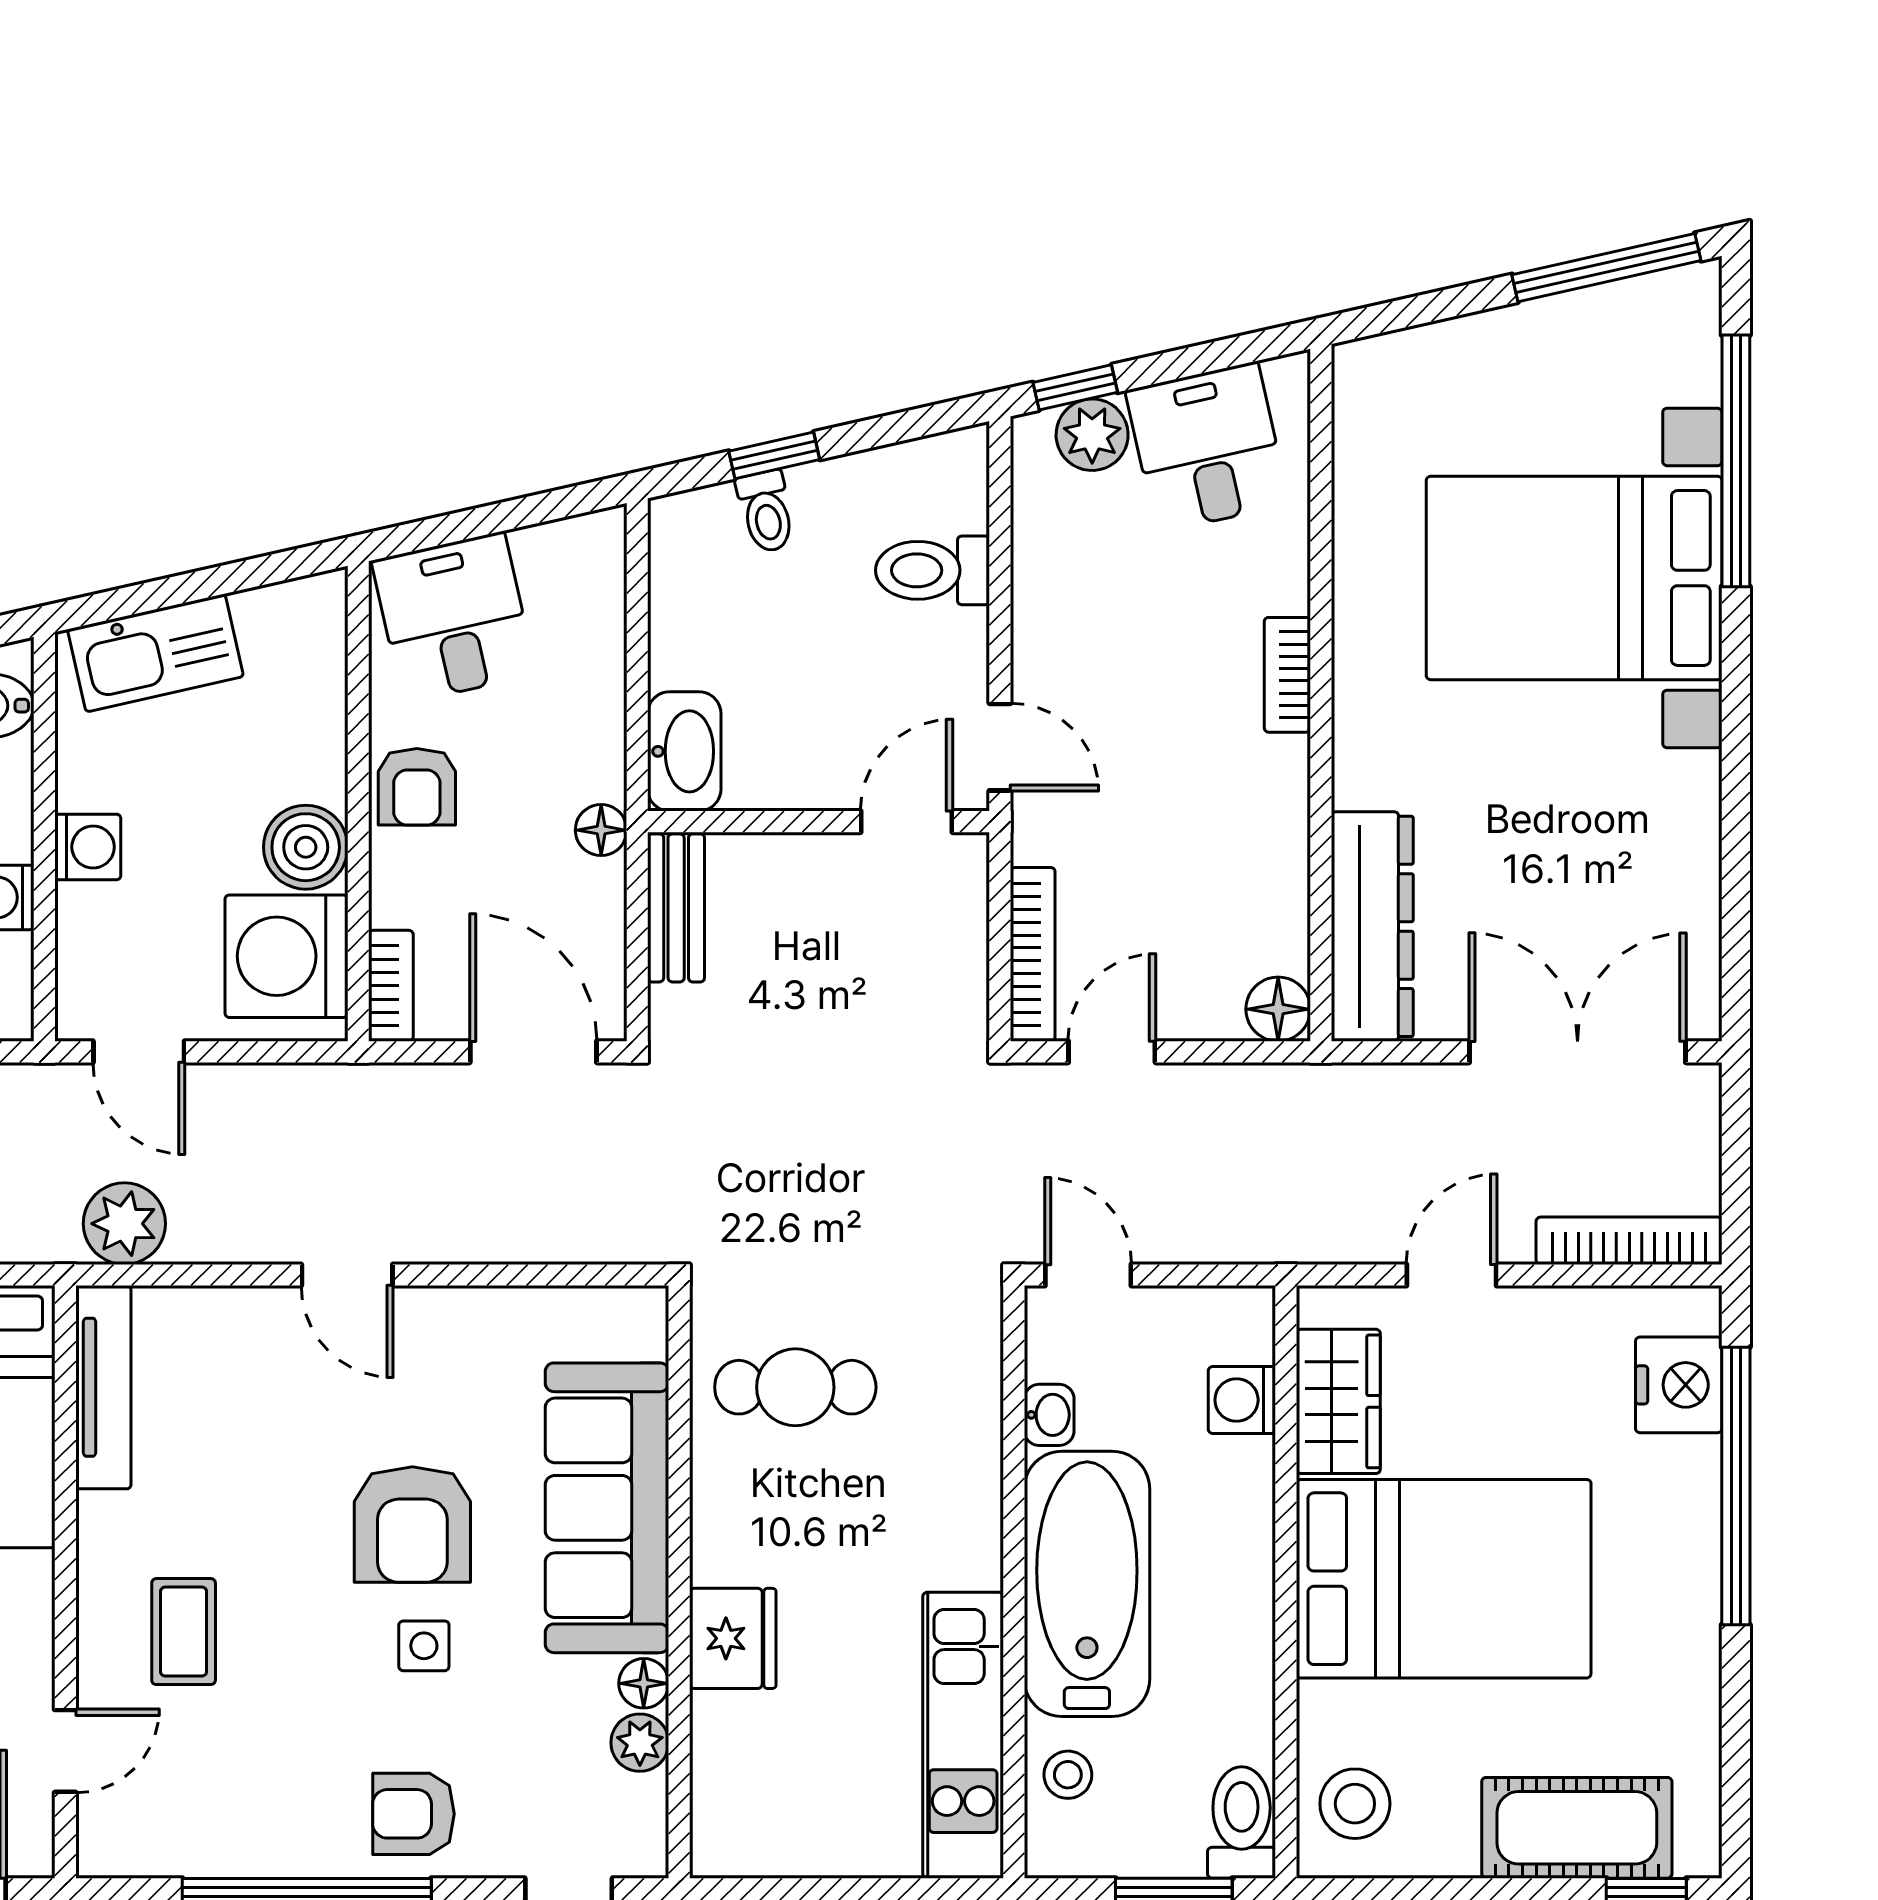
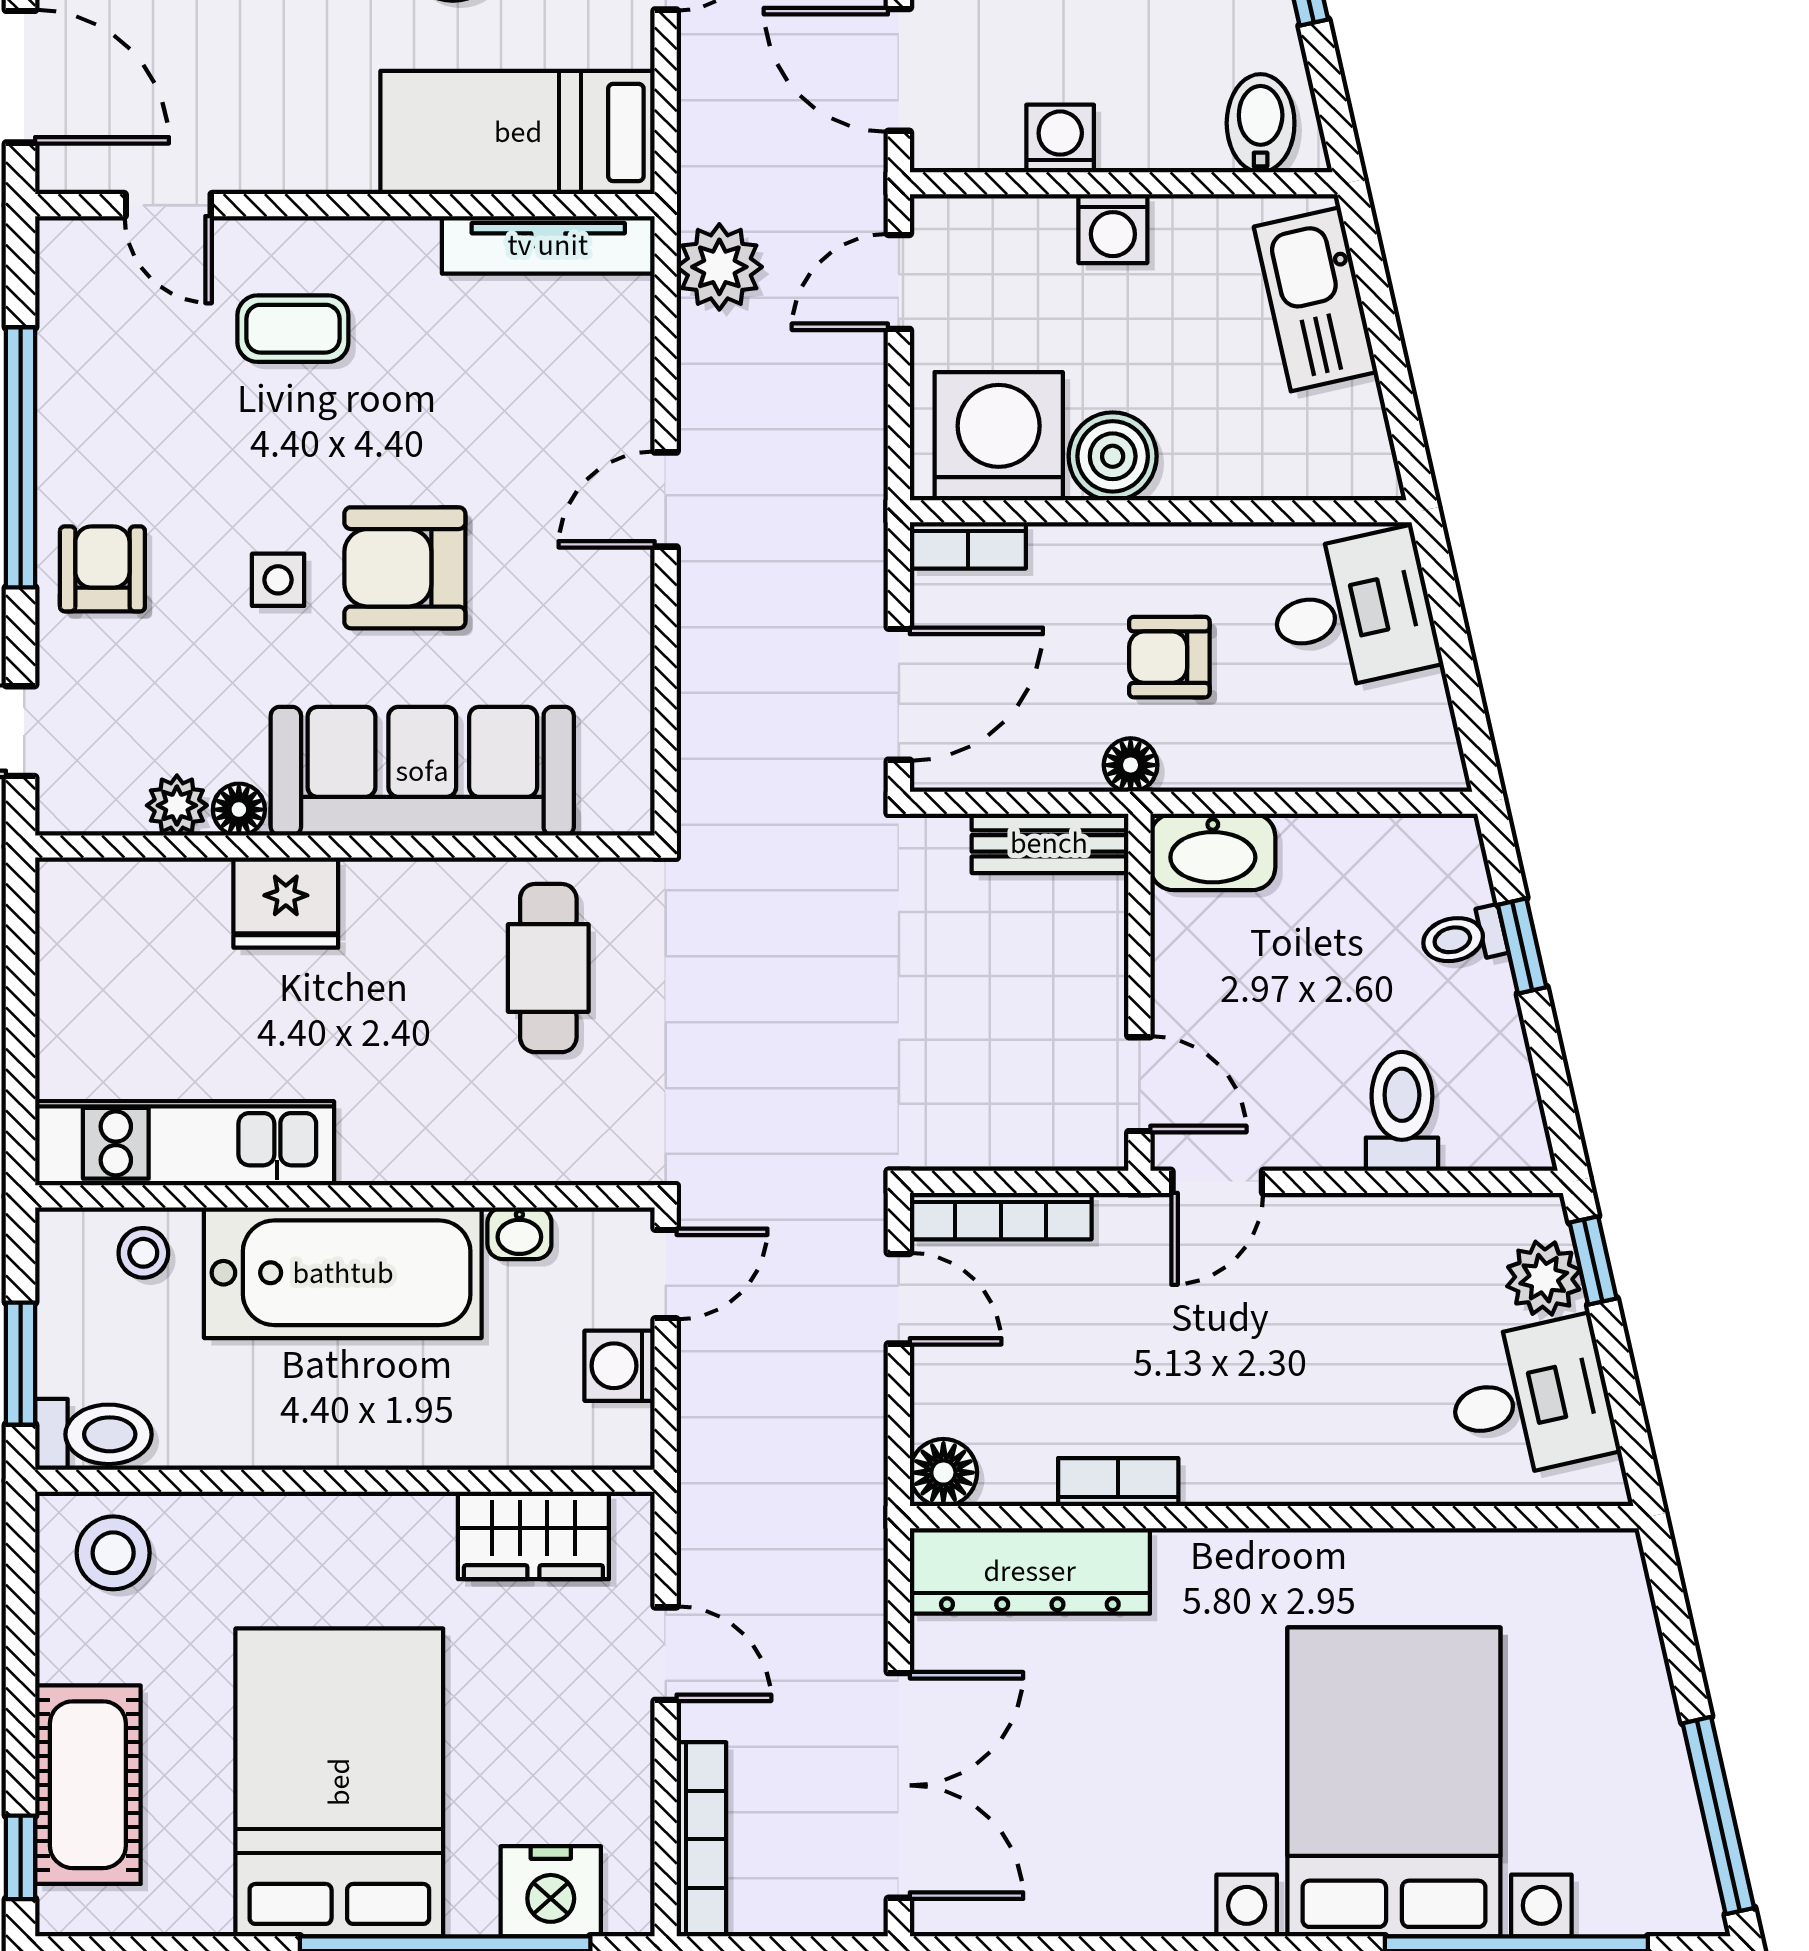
bookcase: (1287, 675) -> (1118, 1482), moved
armchair: (417, 787) -> (1169, 657), moved
washing machine: (1242, 1400) -> (620, 1366), moved, turned -90
bed: (1444, 1579) -> (339, 1782), moved, turned 180

